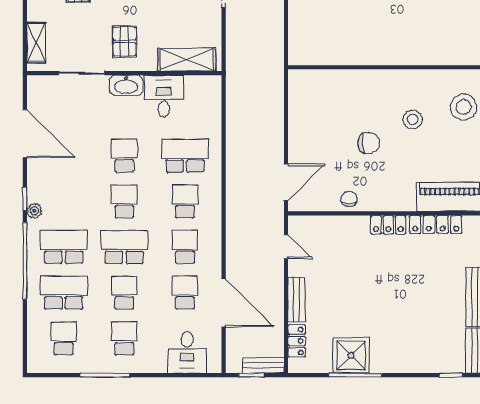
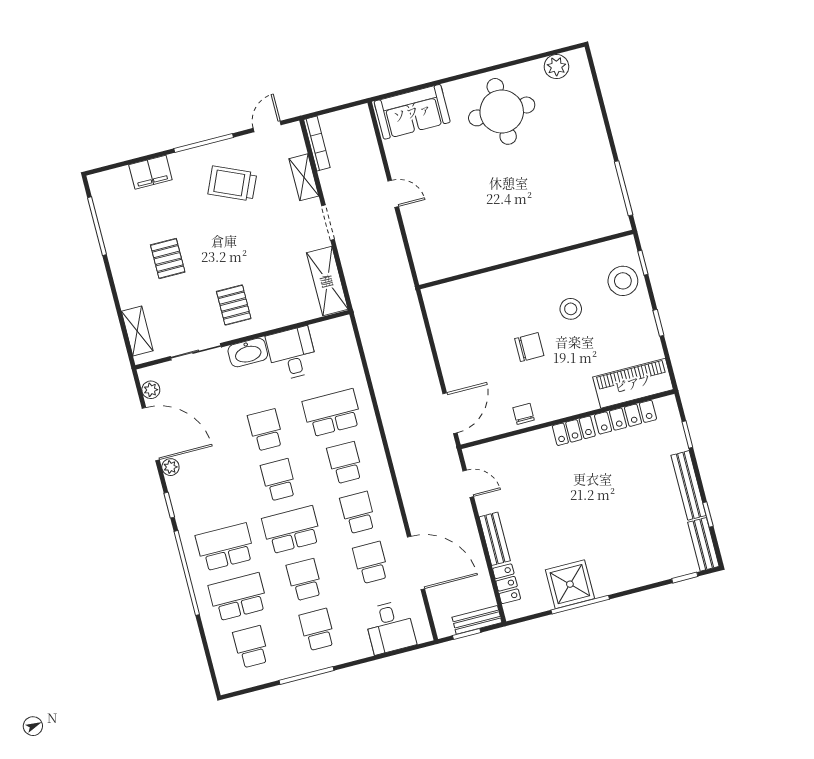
shelving: (187, 60) -> (327, 281), moved, turned 90
plant: (35, 96) -> (151, 390), added
plant: (34, 211) -> (170, 467), moved

